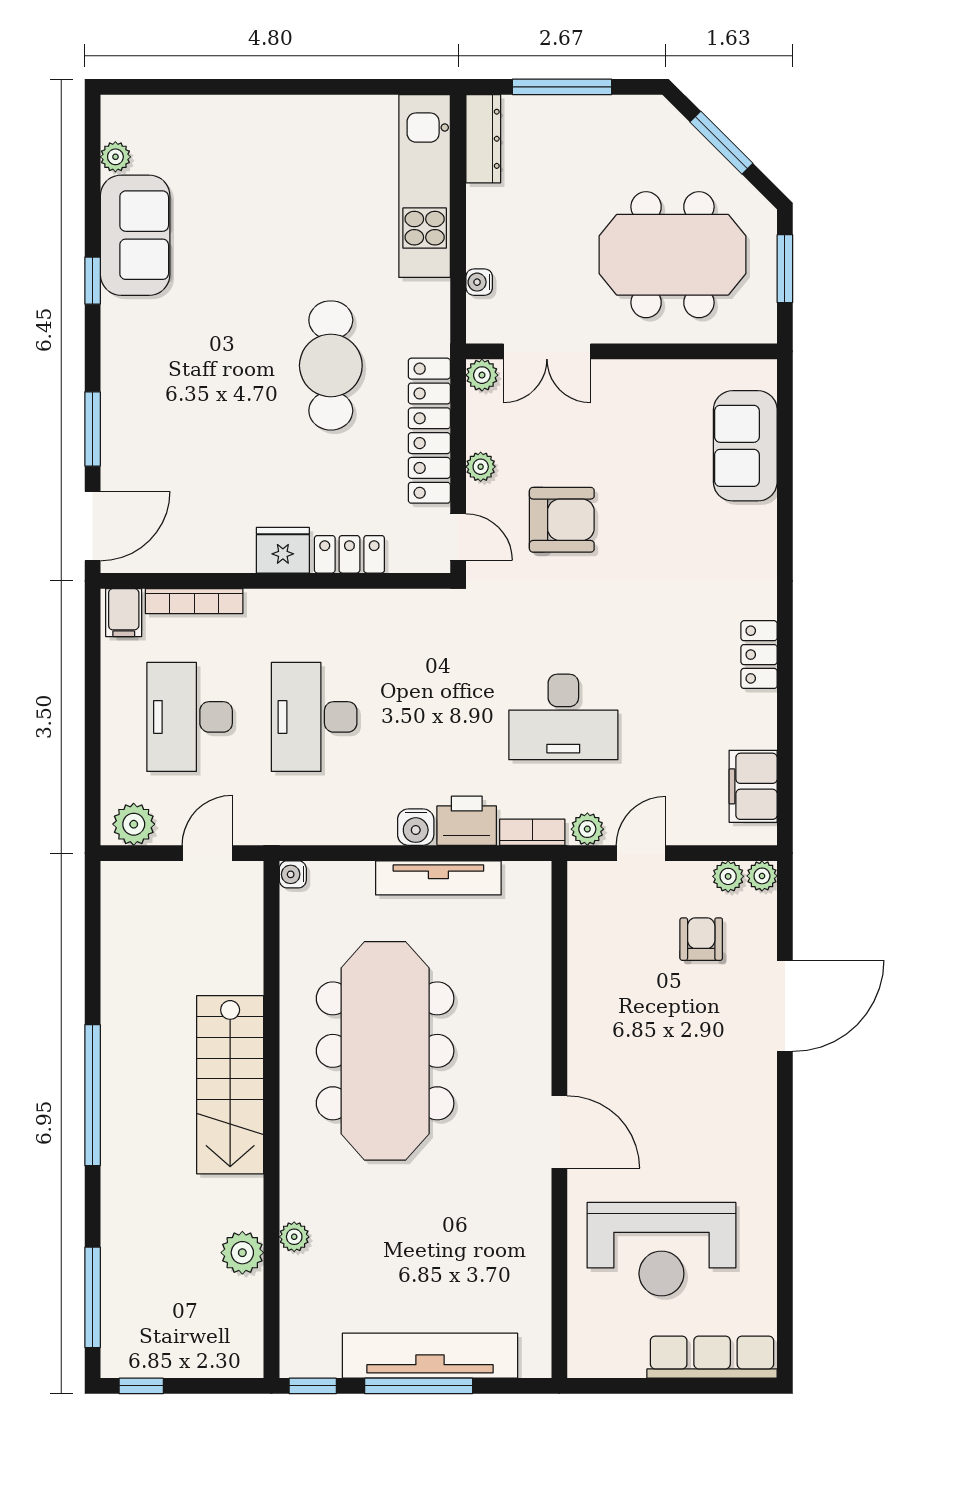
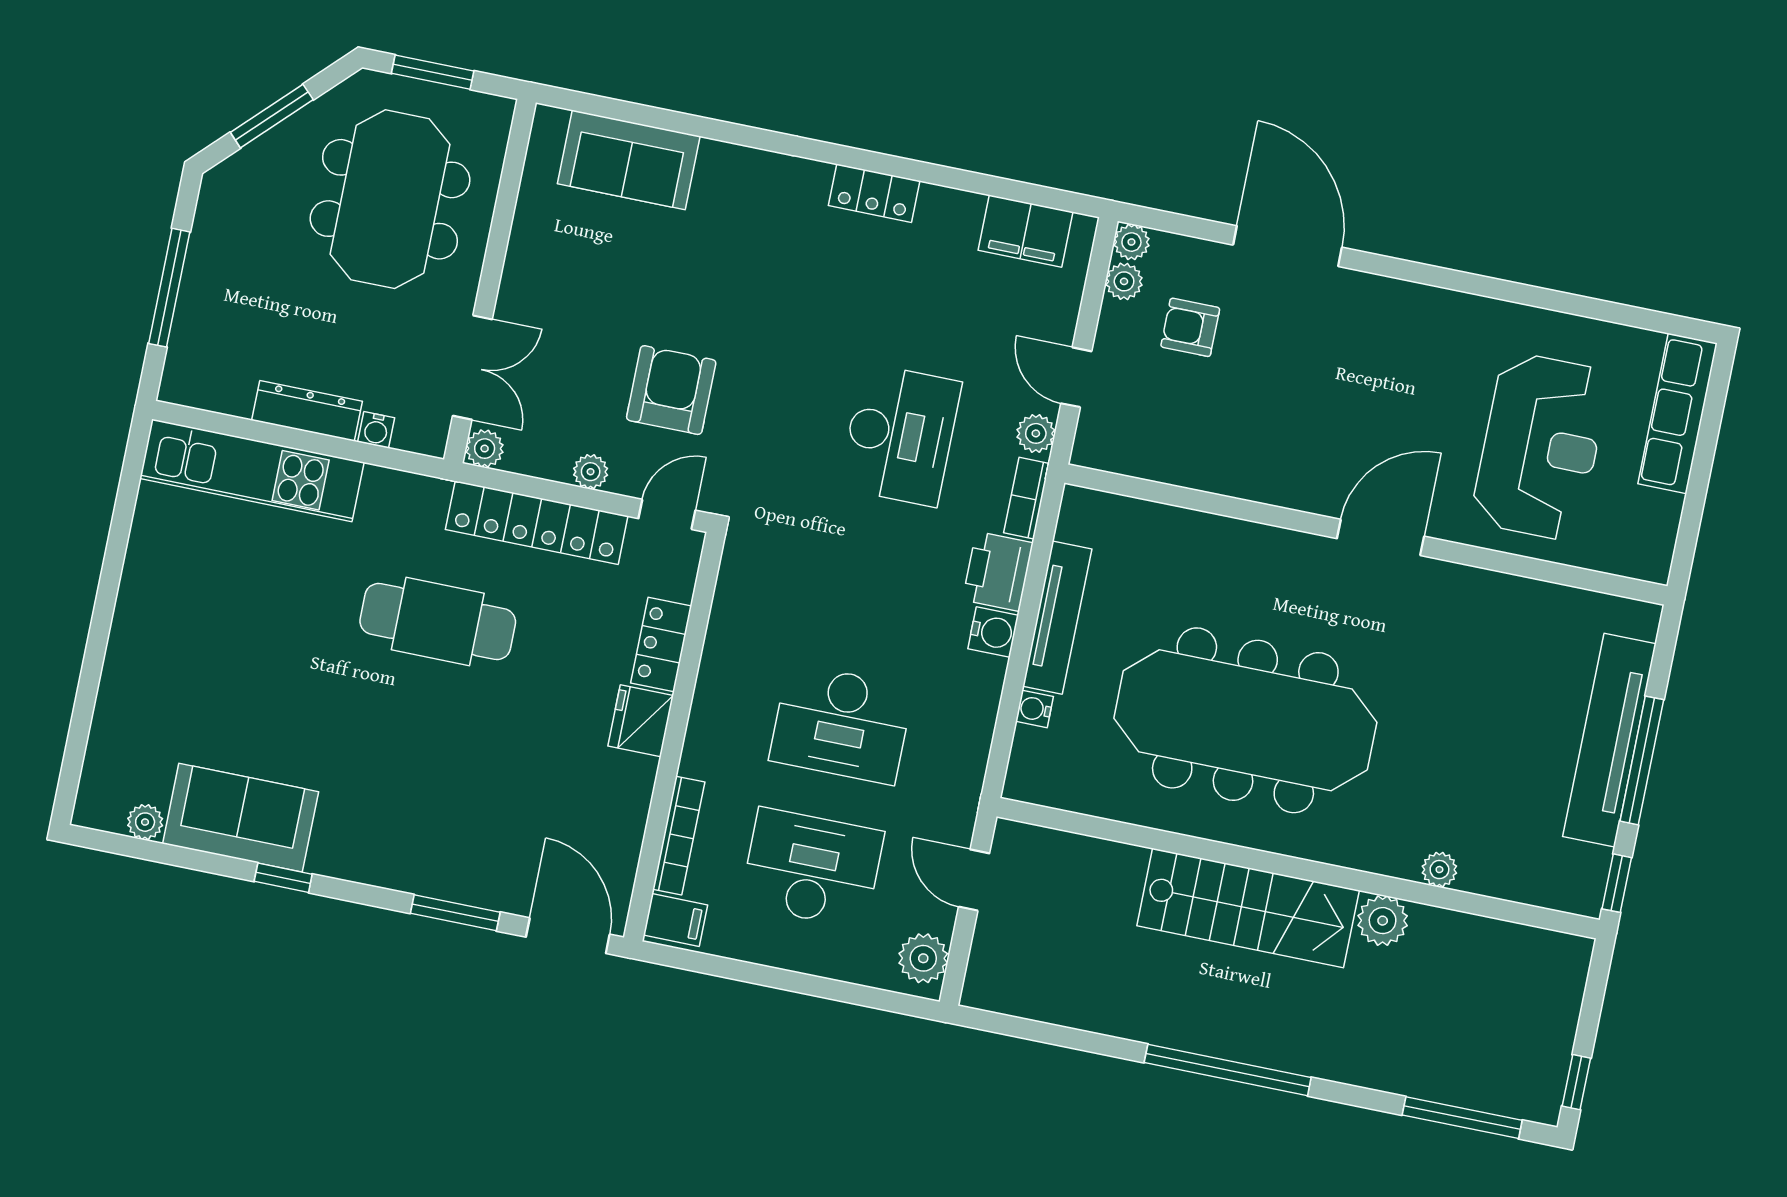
dresser: (483, 139) -> (307, 411), moved
desk: (190, 717) -> (812, 868), turned 180
water cooler: (293, 874) -> (1035, 709), moved, turned 90
plant: (242, 1253) -> (1383, 921), moved

